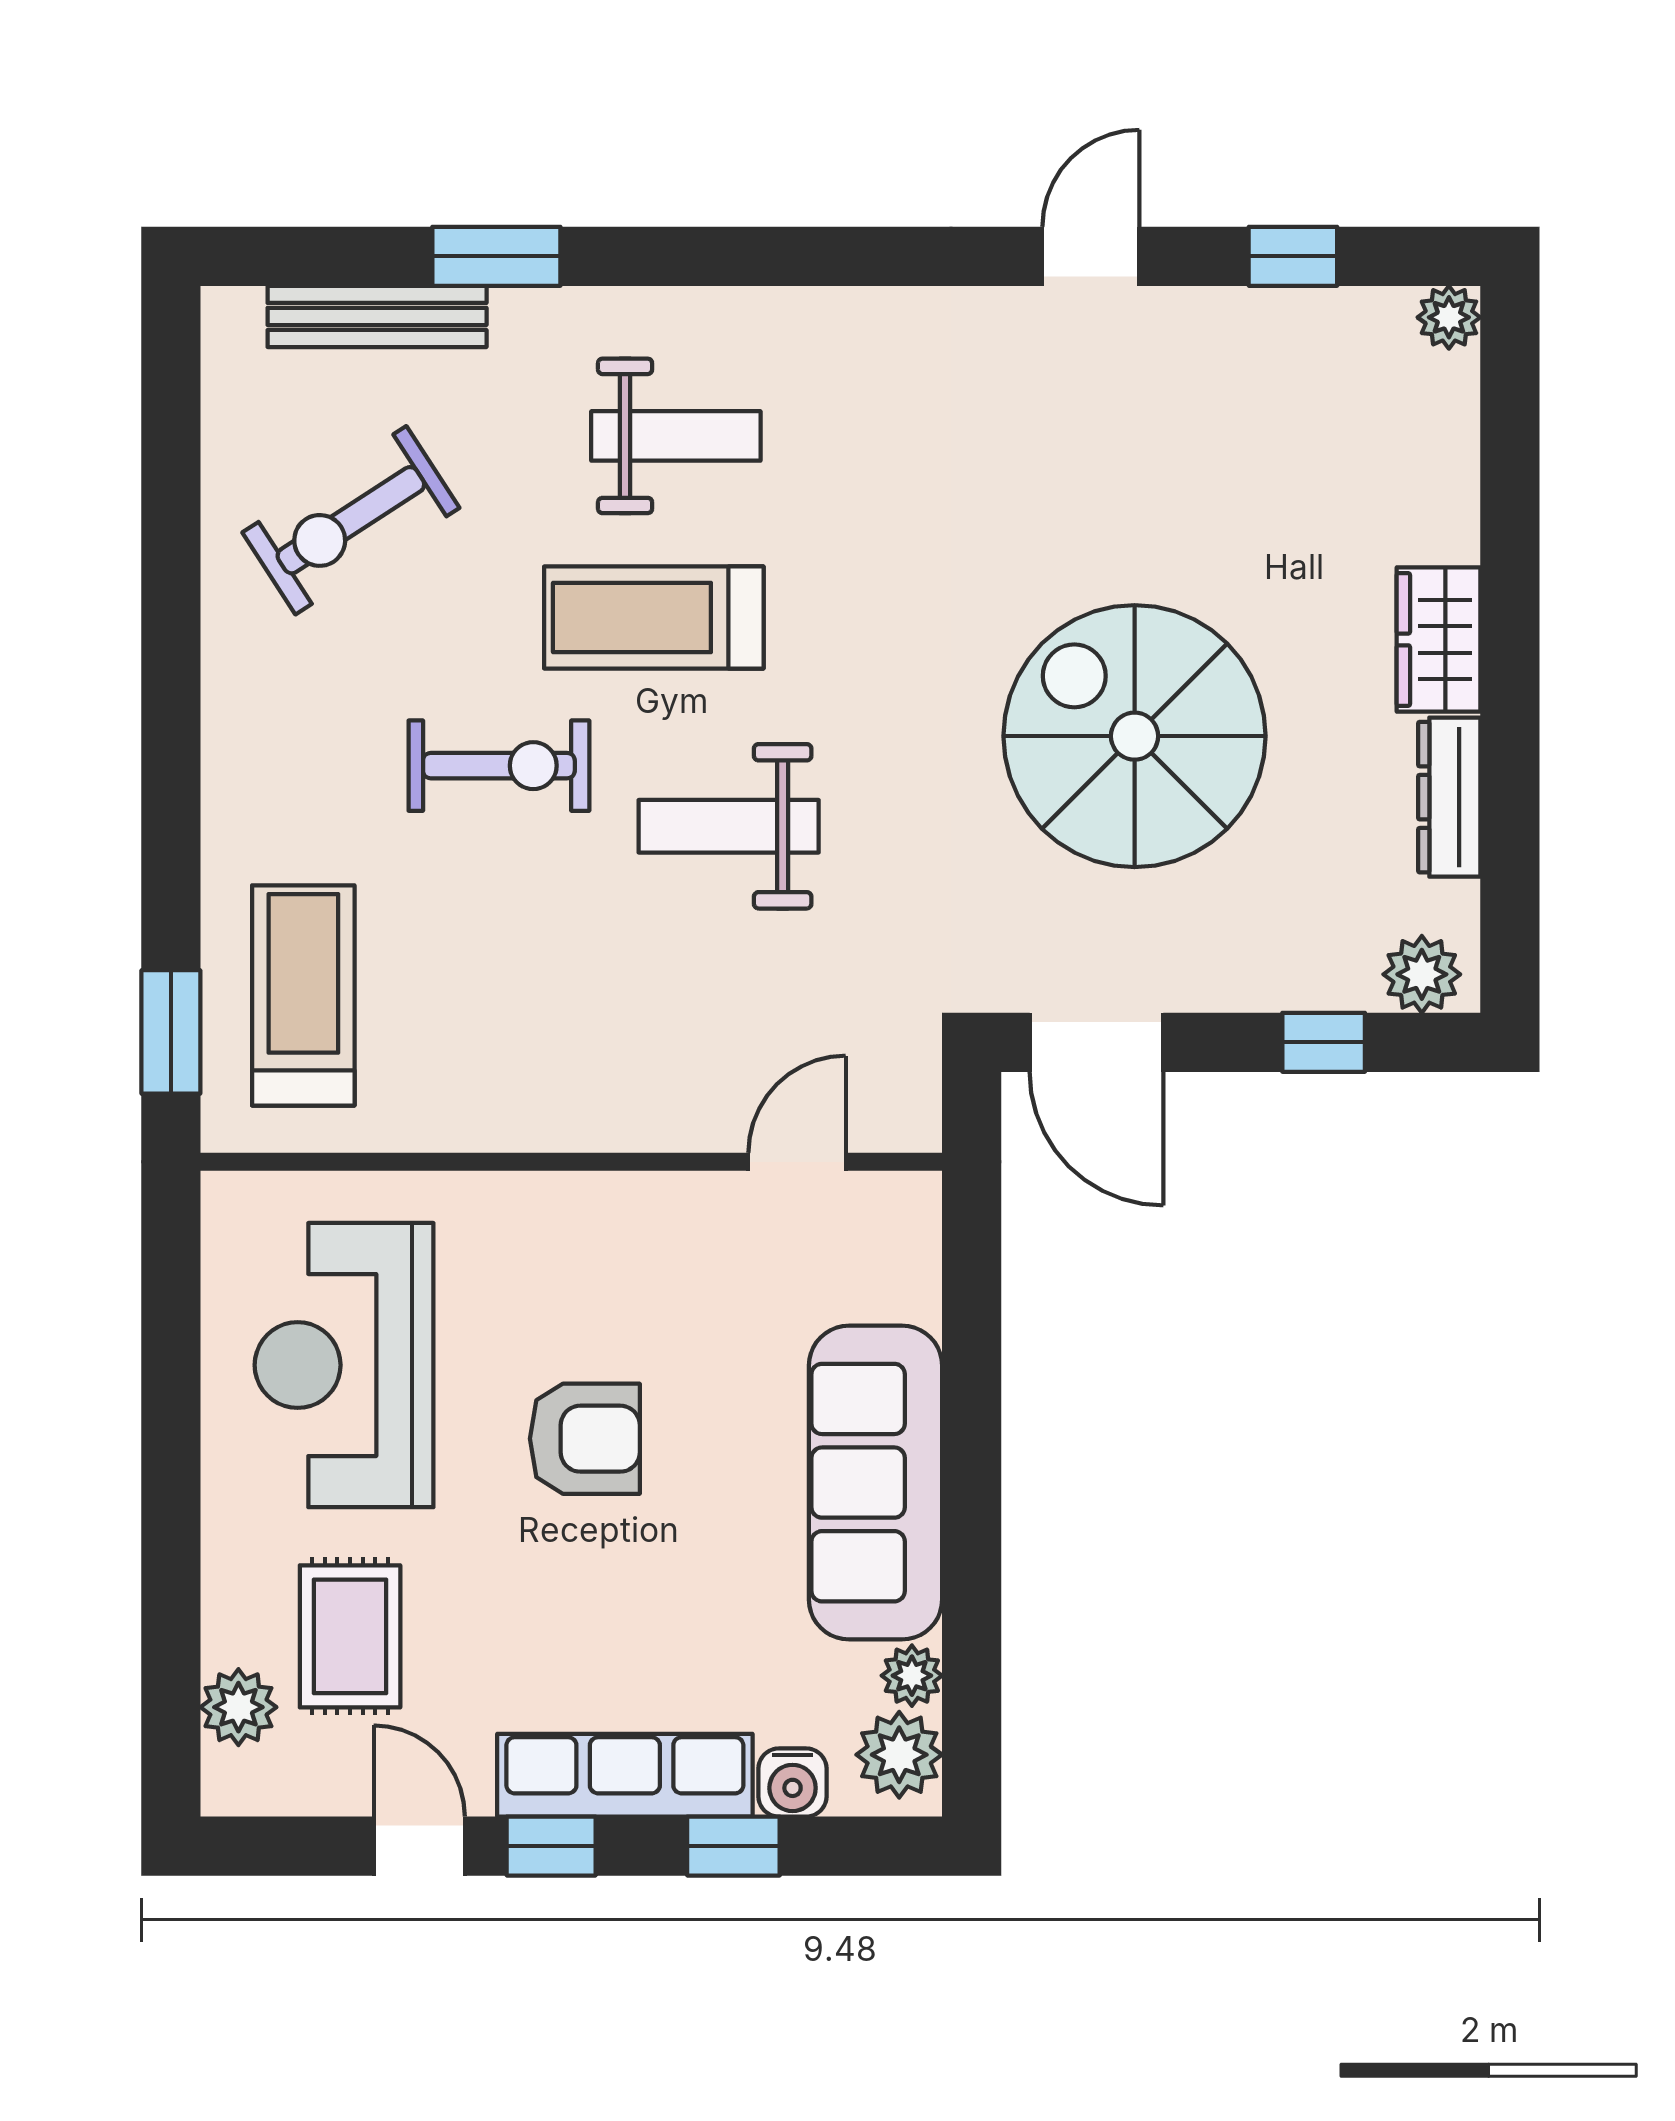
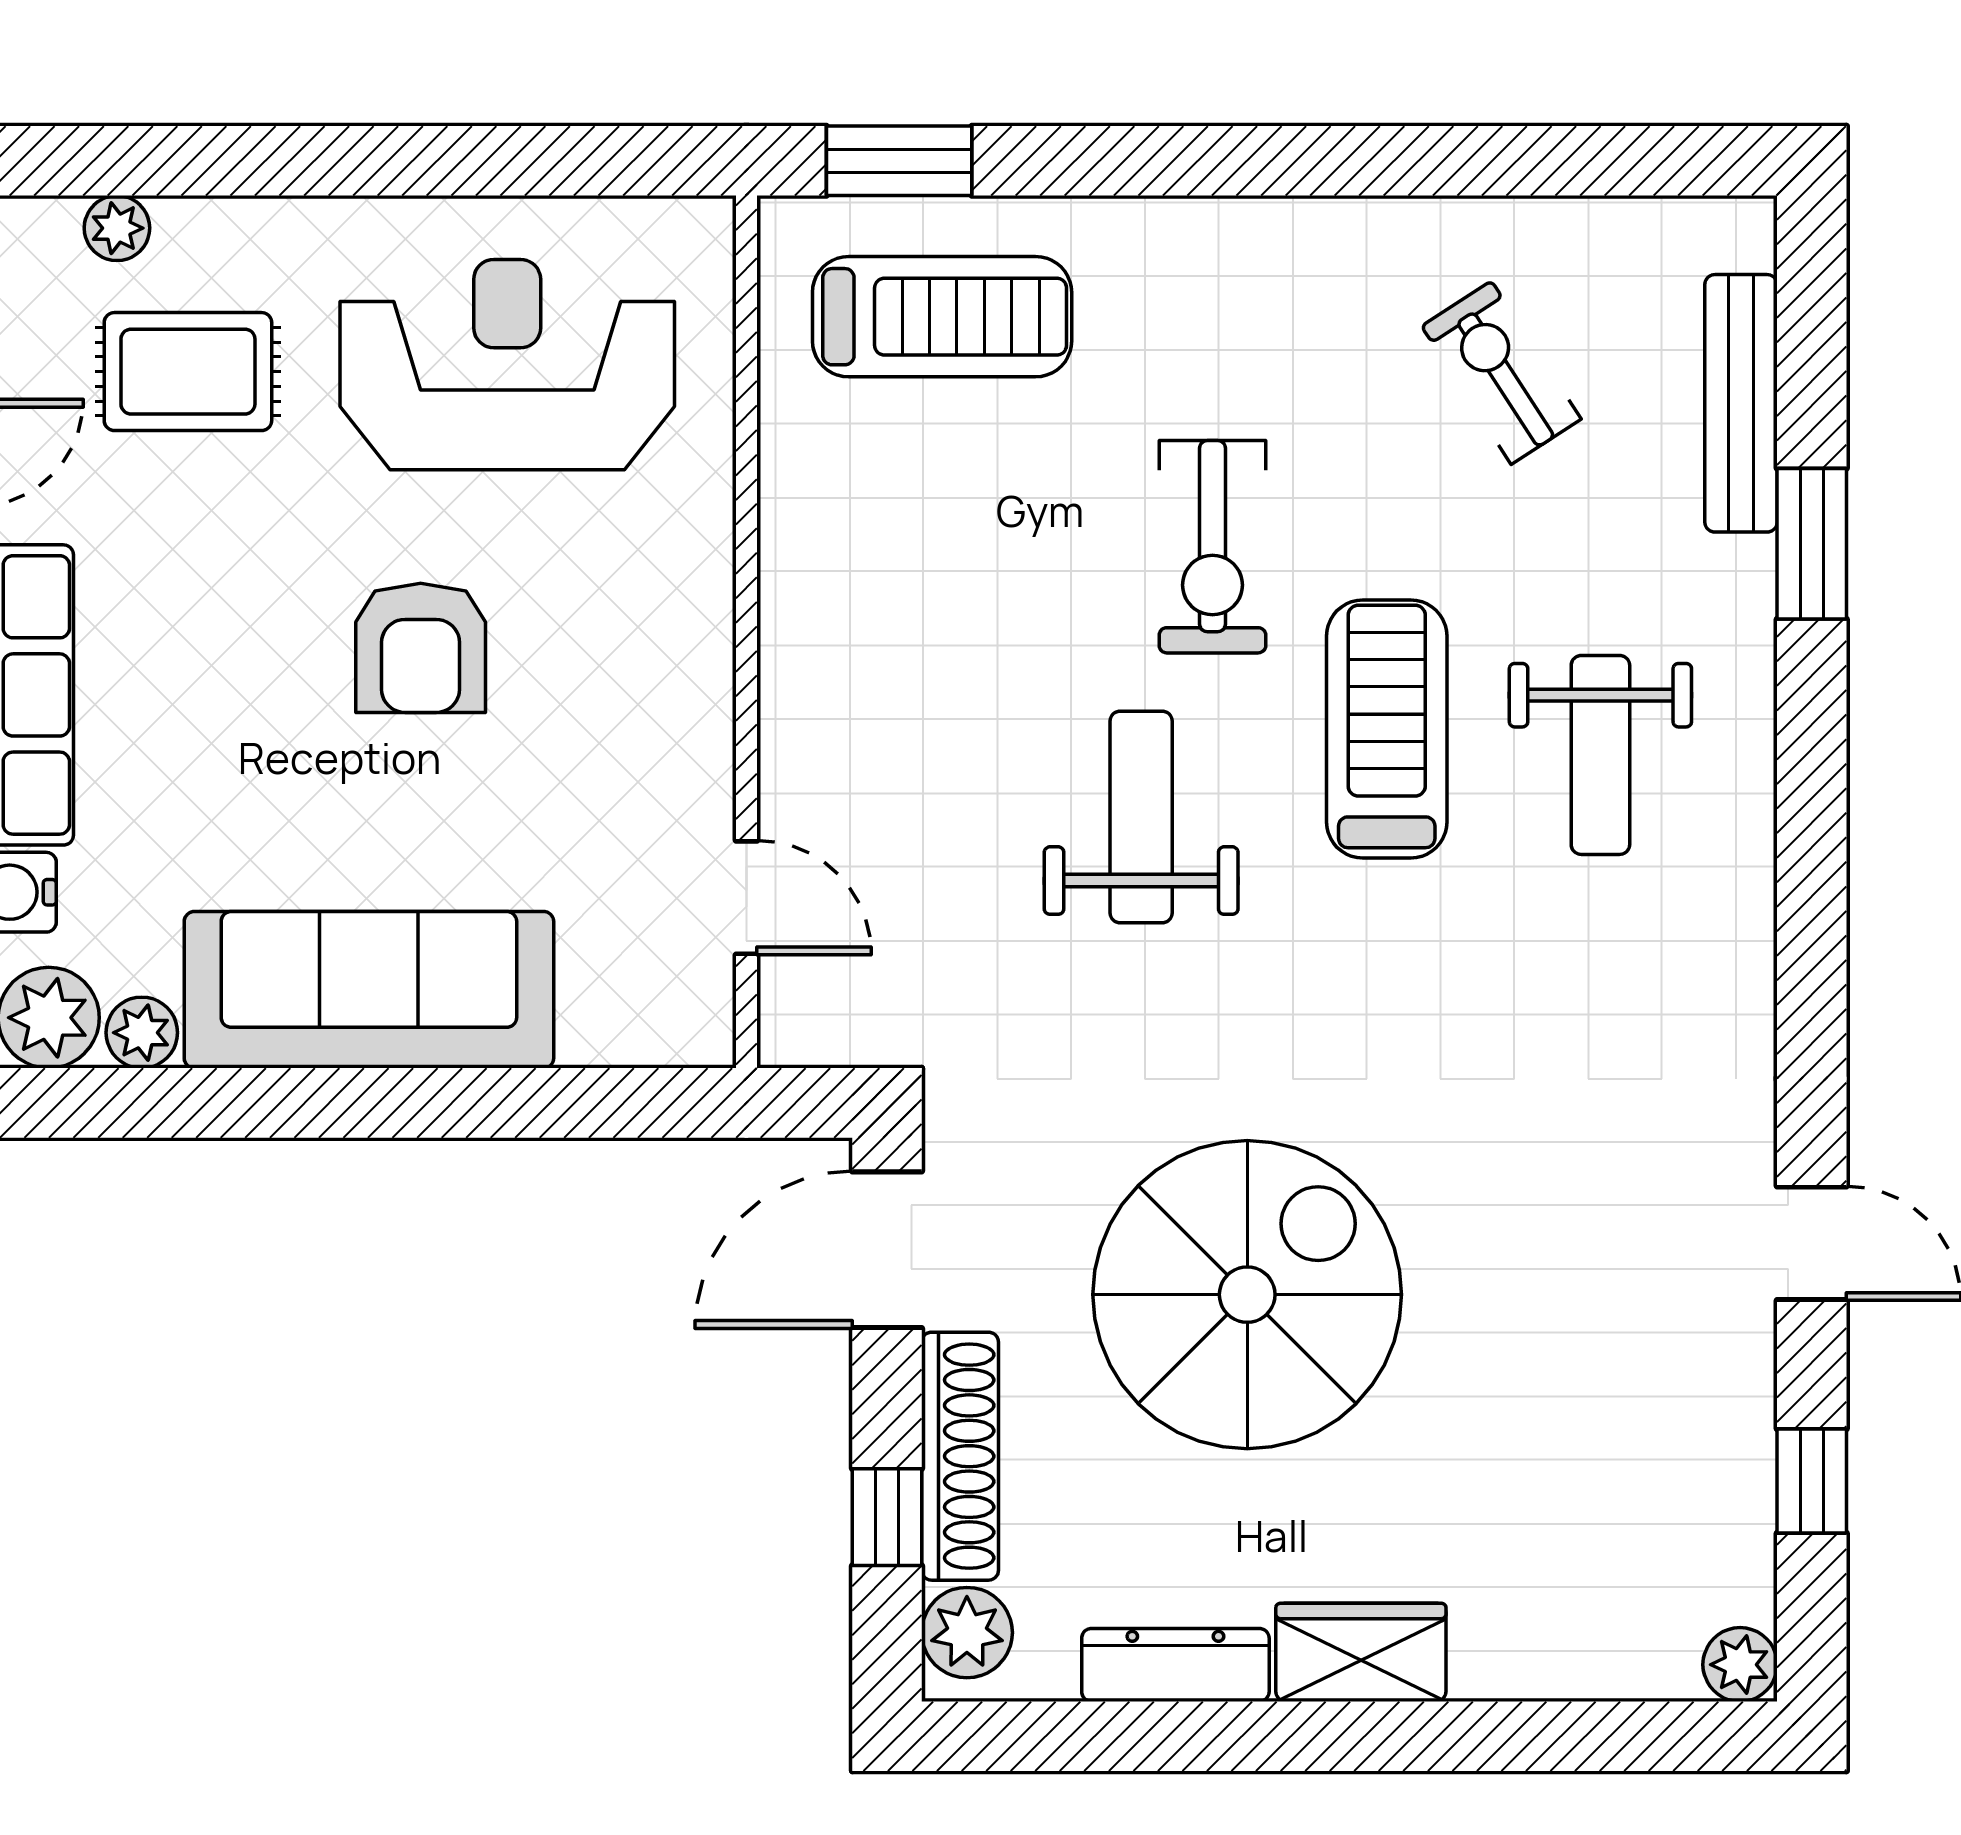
exercise bike: (351, 520) -> (1501, 373), width x0.73, depth x0.72
shoe rack: (1272, 980) -> (960, 1456), added
plant: (238, 1707) -> (117, 228), width x0.73, depth x0.73

